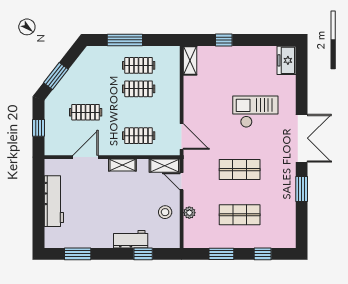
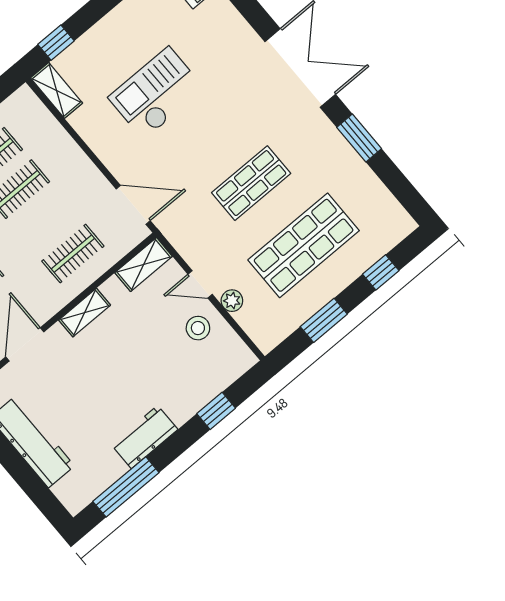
window: (224, 40) -> (56, 43), moved
checkout: (255, 112) -> (156, 93), moved
door: (182, 181) -> (200, 284), moved
shop shelf: (240, 215) -> (304, 245), width x1.43, depth x1.36
workbench: (131, 239) -> (145, 437), moved
window: (78, 254) -> (126, 487), width x1.44

